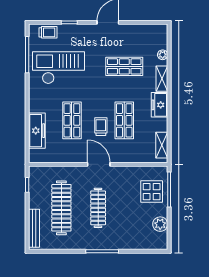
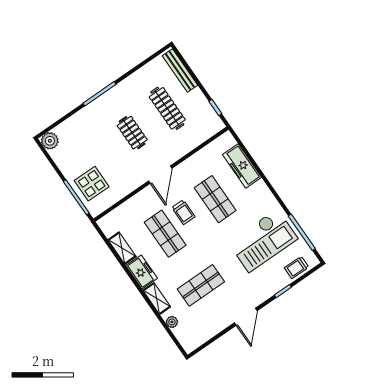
shelving: (162, 145) -> (122, 248), moved
door: (99, 164) -> (160, 175), hinge flipped
clothes rail: (61, 208) -> (167, 108), width x0.73, depth x0.76
clothes rail: (98, 208) -> (132, 133), width x0.73
plant: (160, 224) -> (50, 141), moved

